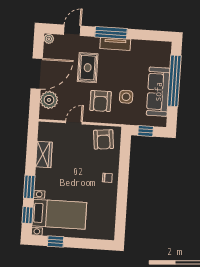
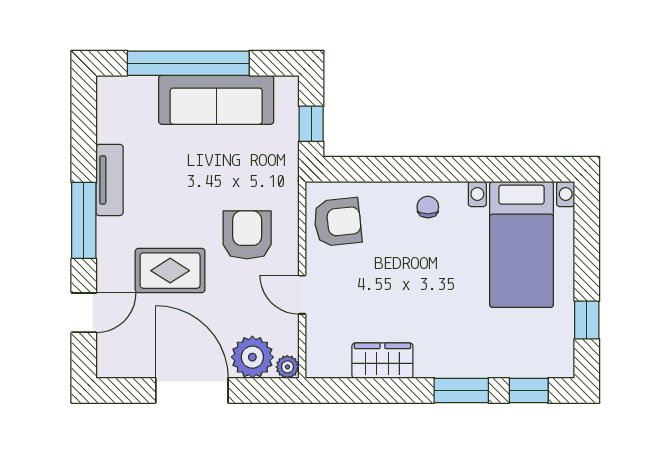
door: (72, 30) -> (84, 313), swing flipped
plant: (49, 39) -> (287, 367), moved
tv unit: (115, 44) -> (110, 180), moved
side table: (126, 97) -> (233, 175), removed
armchair: (101, 101) -> (247, 235), turned -90
bed with nightstands: (59, 214) -> (522, 244), moved, turned 180

